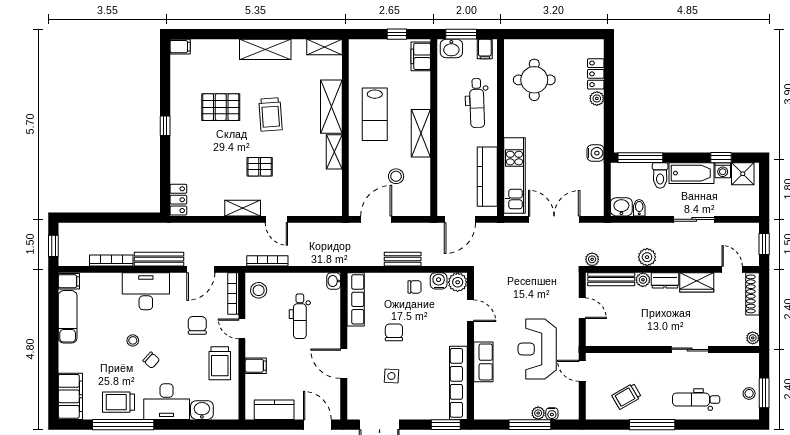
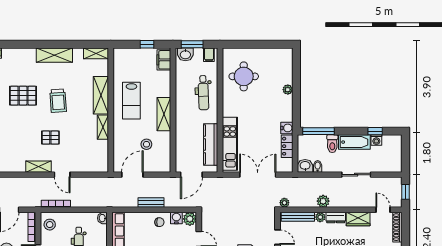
locker: (596, 74) -> (287, 146), moved
shower: (743, 174) -> (390, 143), removed

